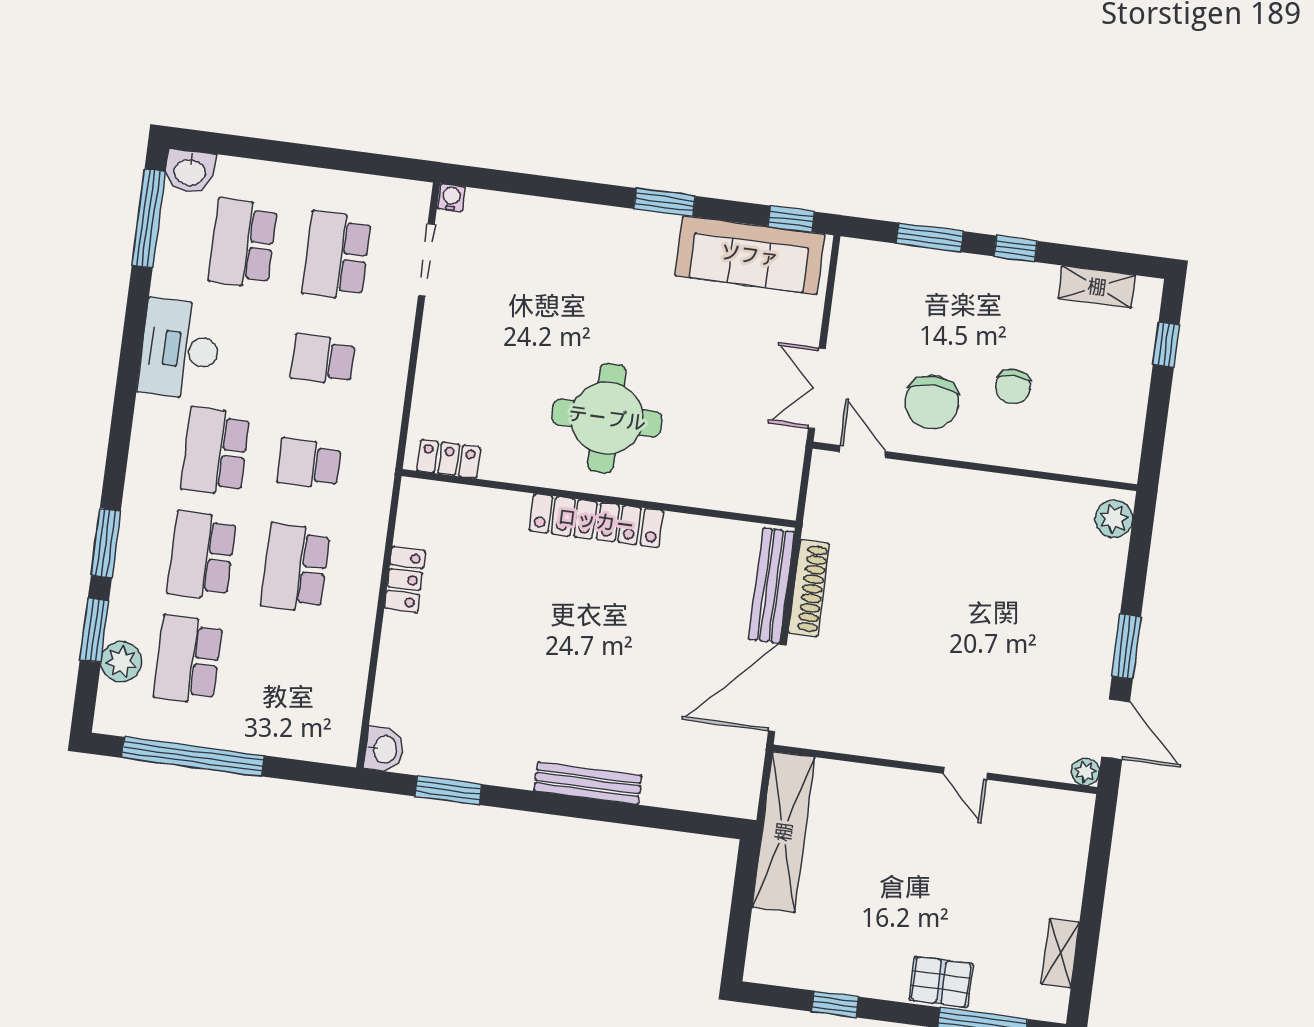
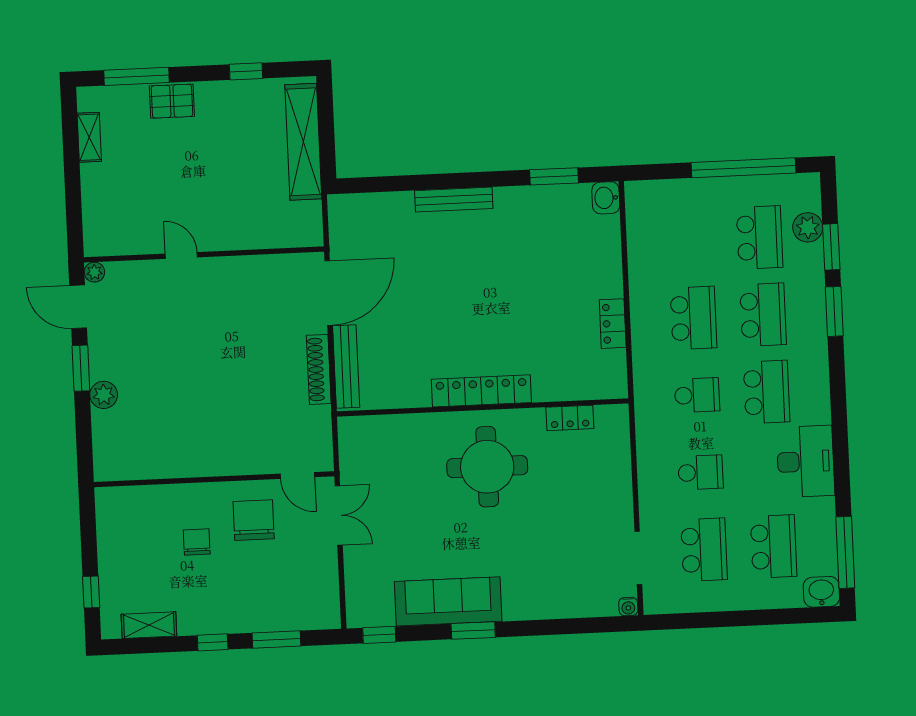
sofa: (750, 255) -> (448, 601), moved
locker: (449, 459) -> (570, 418), moved
plant: (1114, 519) -> (104, 395), moved
shelving: (784, 832) -> (303, 142), moved

